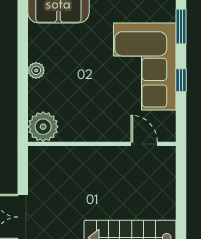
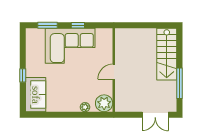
plant: (36, 70) -> (85, 107), moved
door: (144, 144) -> (114, 72), moved

